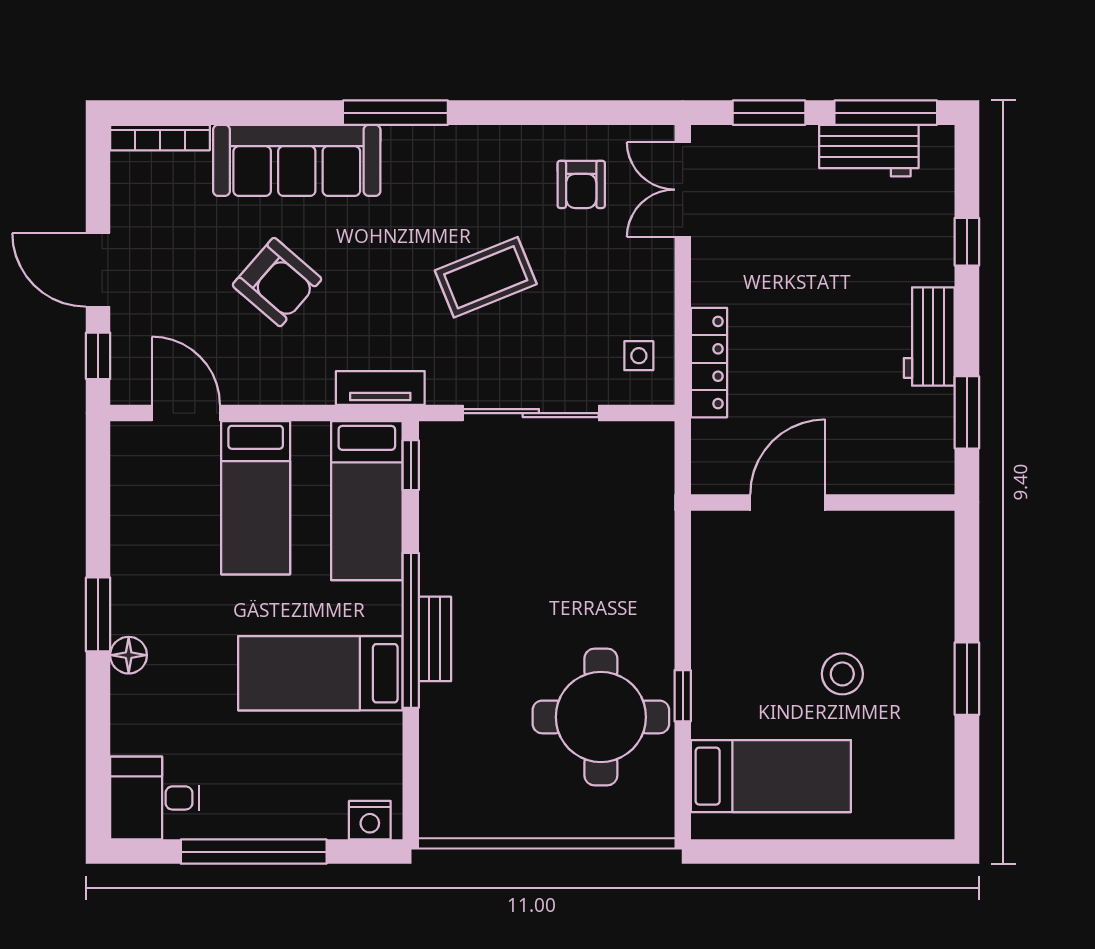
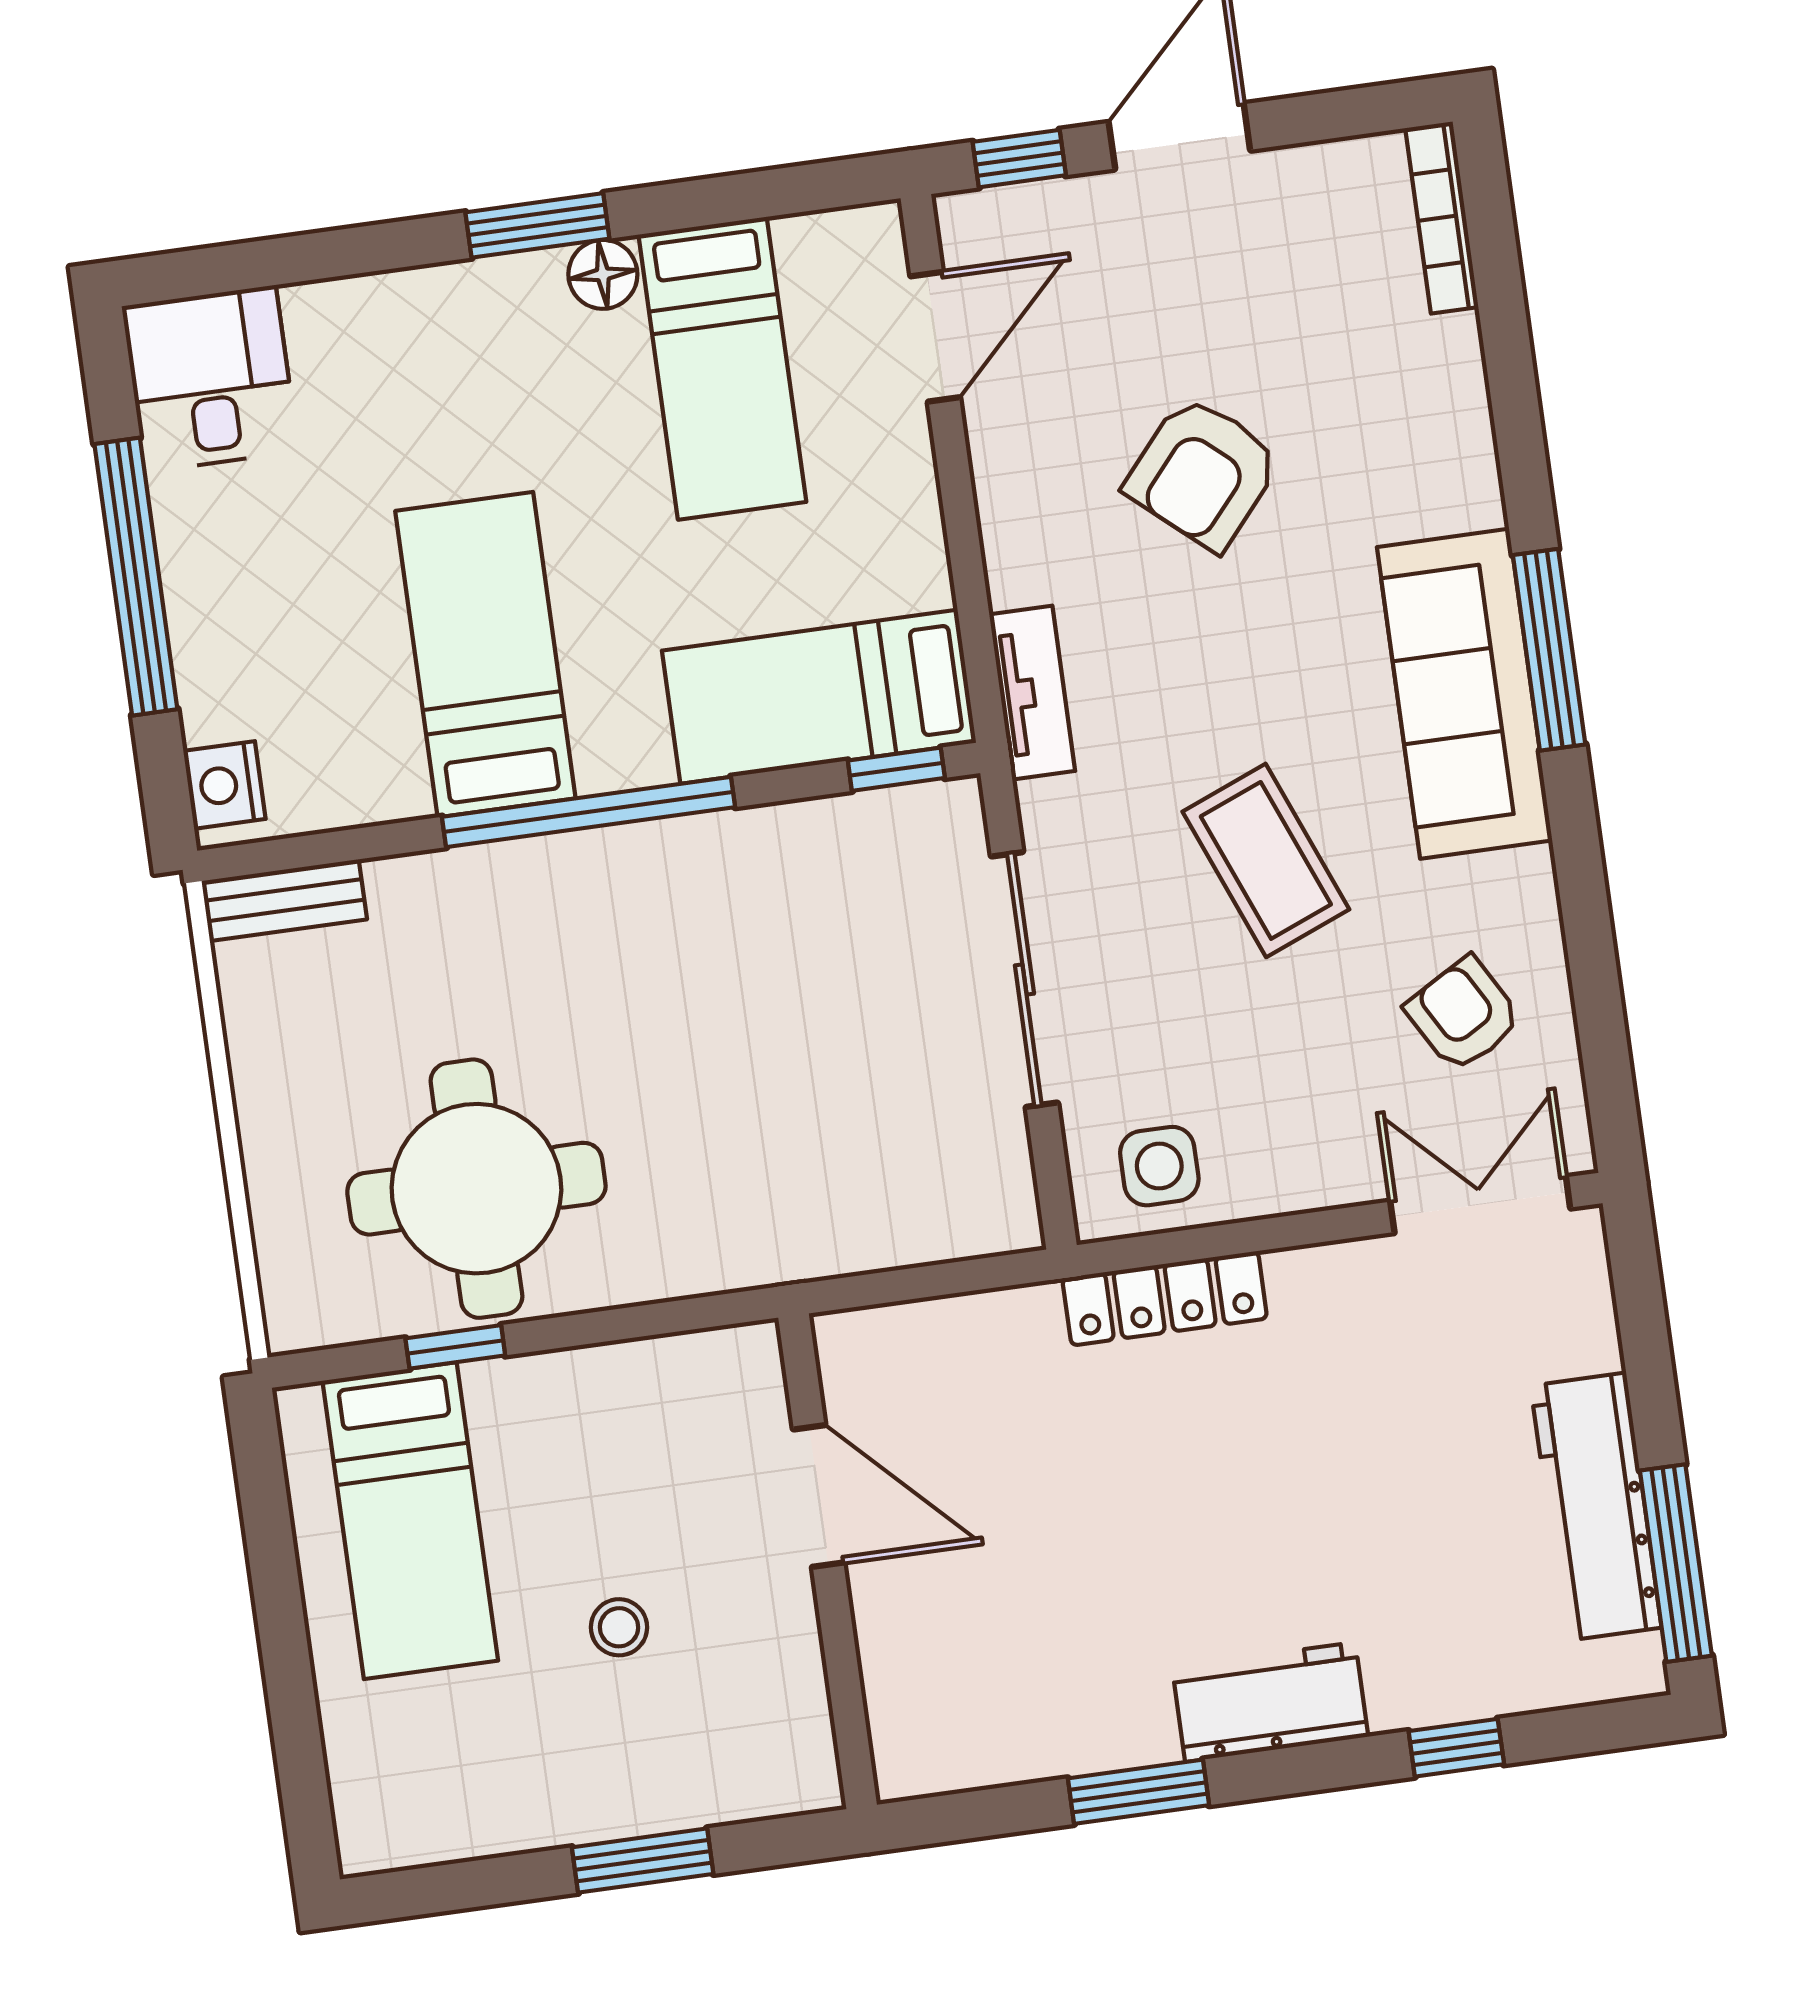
window: (769, 113) -> (1646, 1346), removed
workbench: (869, 151) -> (1596, 1507), width x1.38
sofa: (297, 160) -> (1465, 694), moved
armchair: (581, 184) -> (1463, 1014), turned 60
side table: (639, 356) -> (1159, 1166), width x1.37, depth x1.37
bed: (256, 498) -> (722, 368), moved, turned -90
door: (788, 502) -> (819, 1496), moved
wall: (823, 502) -> (828, 1561), moved
bench: (435, 639) -> (284, 900), moved
floor lamp: (129, 655) -> (603, 274), moved
stool: (842, 674) -> (619, 1627), width x0.73, depth x0.73
window: (683, 696) -> (455, 1347), moved

